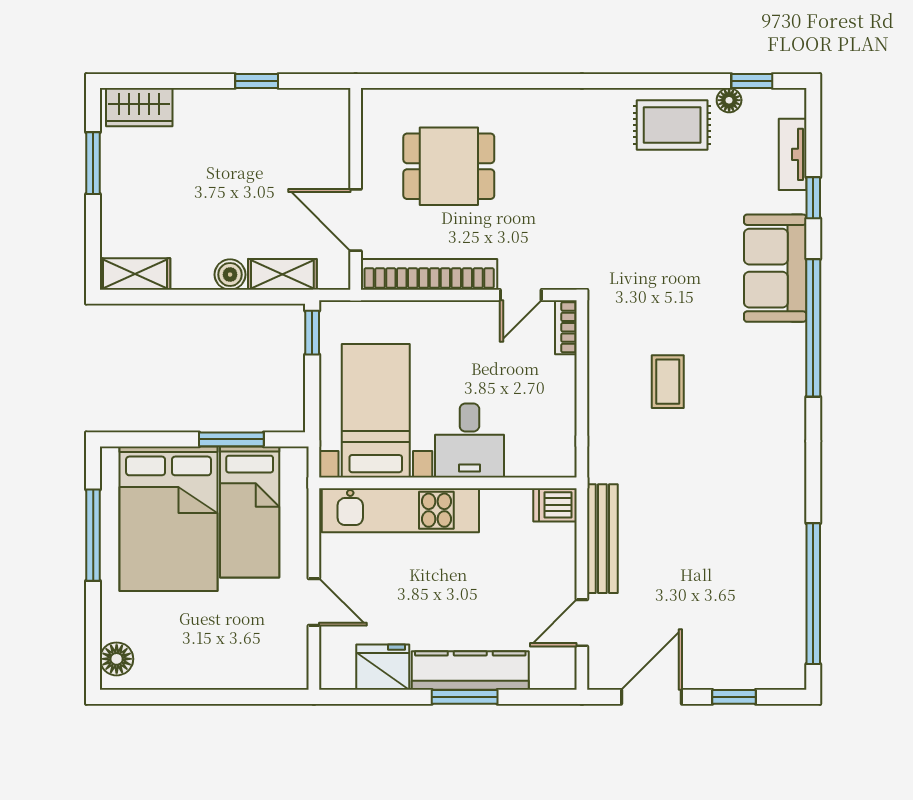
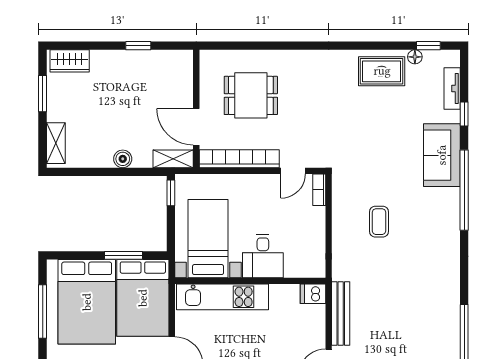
shelving: (135, 274) -> (56, 143), moved, turned 90
shelving: (282, 274) -> (173, 159), moved
bed: (250, 512) -> (143, 298), width x1.50

